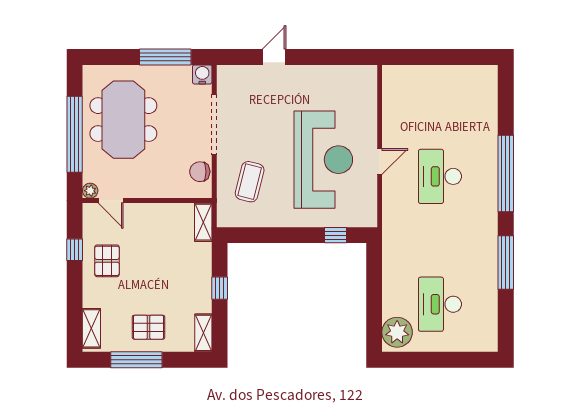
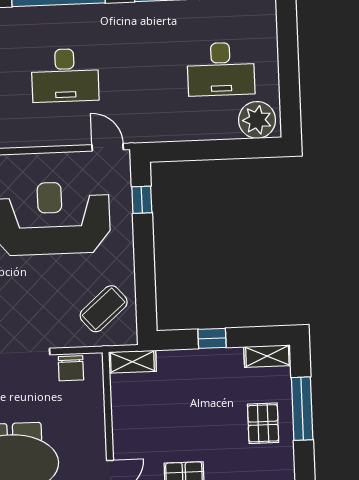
door: (380, 162) -> (108, 147), moved
coffee table: (250, 182) -> (104, 309), moved, turned -55
window: (136, 360) -> (302, 409), moved

